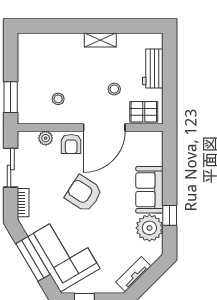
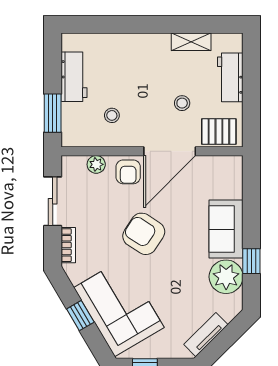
shelving: (100, 40) -> (191, 42), moved
workbench: (28, 68) -> (74, 77), added
window: (33, 259) -> (80, 315), width x0.46

